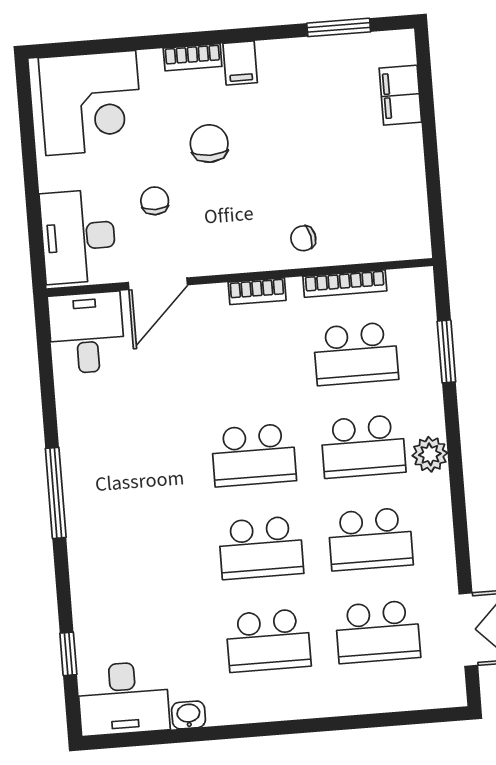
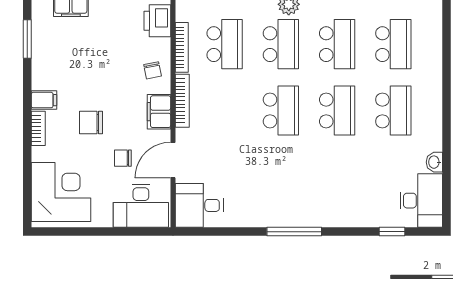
printer: (386, 240) -> (157, 21), added
filing cabinet: (236, 254) -> (159, 112), added
door: (158, 284) -> (173, 160), swing flipped
bookcase: (257, 291) -> (182, 101), width x1.56

